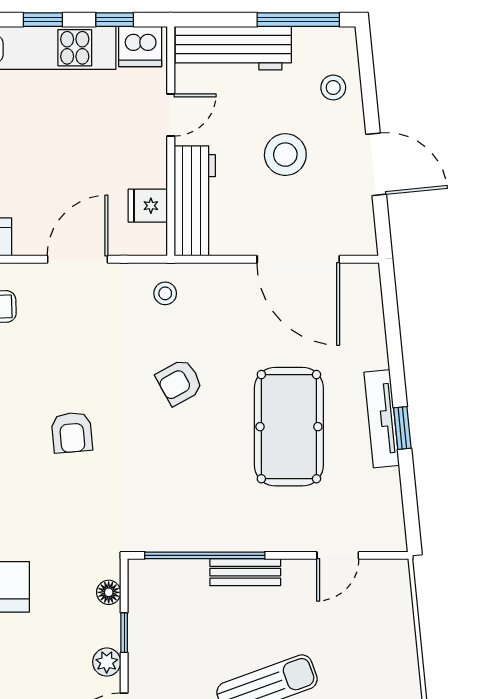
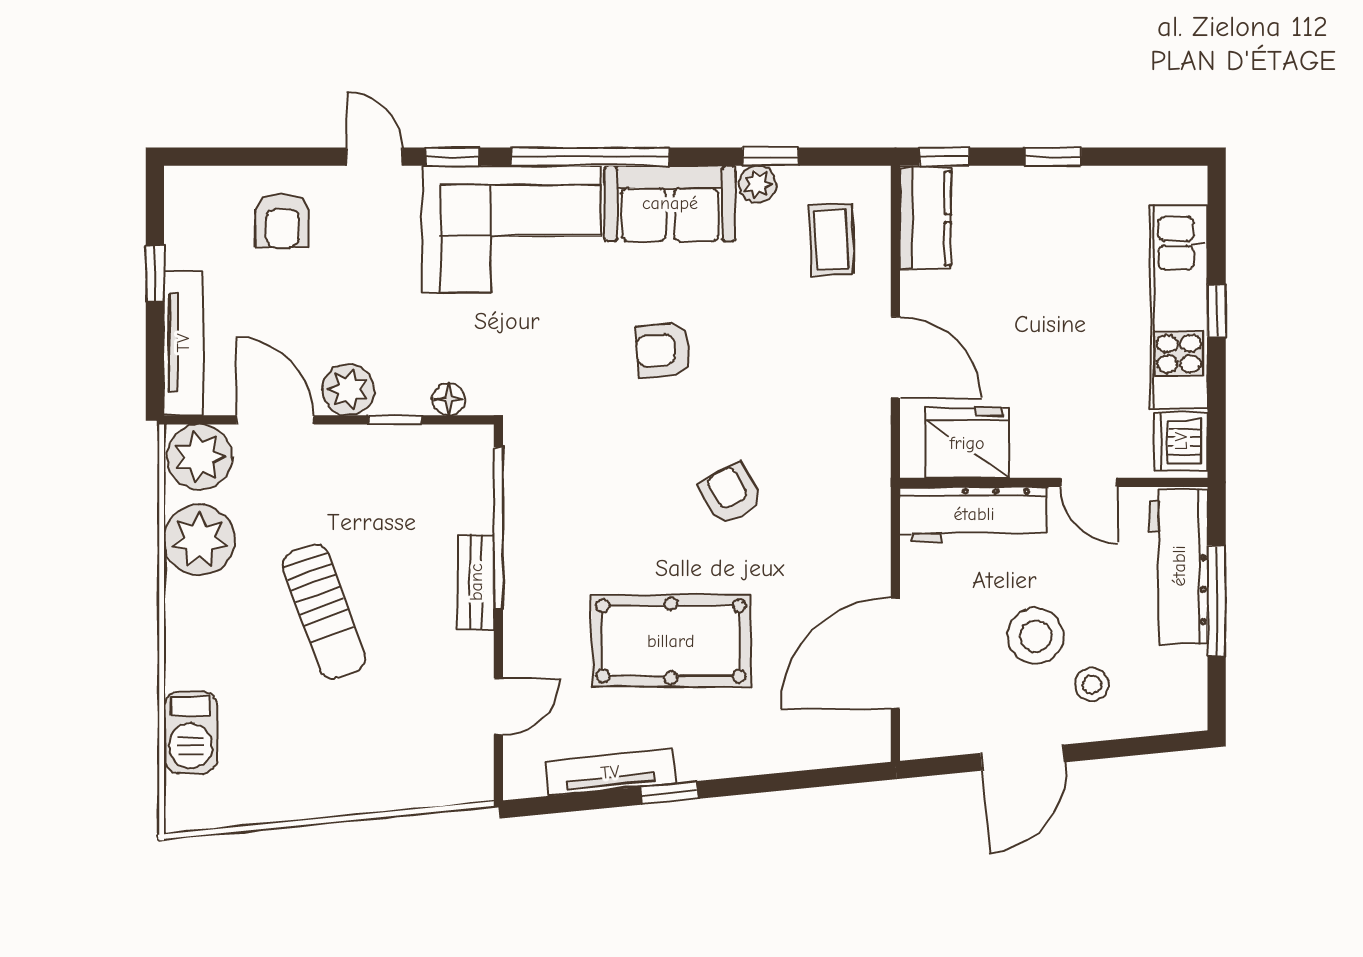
window: (115, 20) -> (1217, 407), removed
window: (298, 20) -> (1217, 601), moved
stool: (333, 88) -> (1092, 685), moved
fridge: (148, 206) -> (967, 443), width x1.88, depth x1.34
stool: (165, 293) -> (850, 475), removed
tv unit: (382, 419) -> (610, 772), moved
door: (338, 555) -> (498, 706), swing flipped
plant: (107, 662) -> (348, 390), width x1.38, depth x1.38

